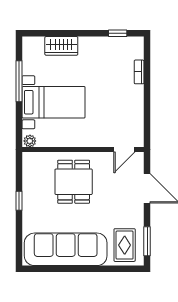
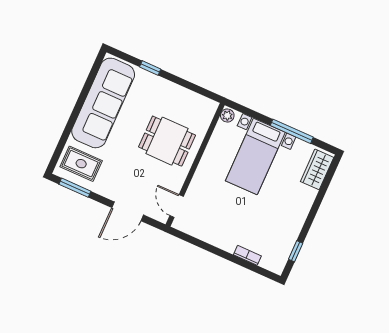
wardrobe: (61, 46) -> (317, 169), moved
window: (19, 201) -> (150, 68), moved

